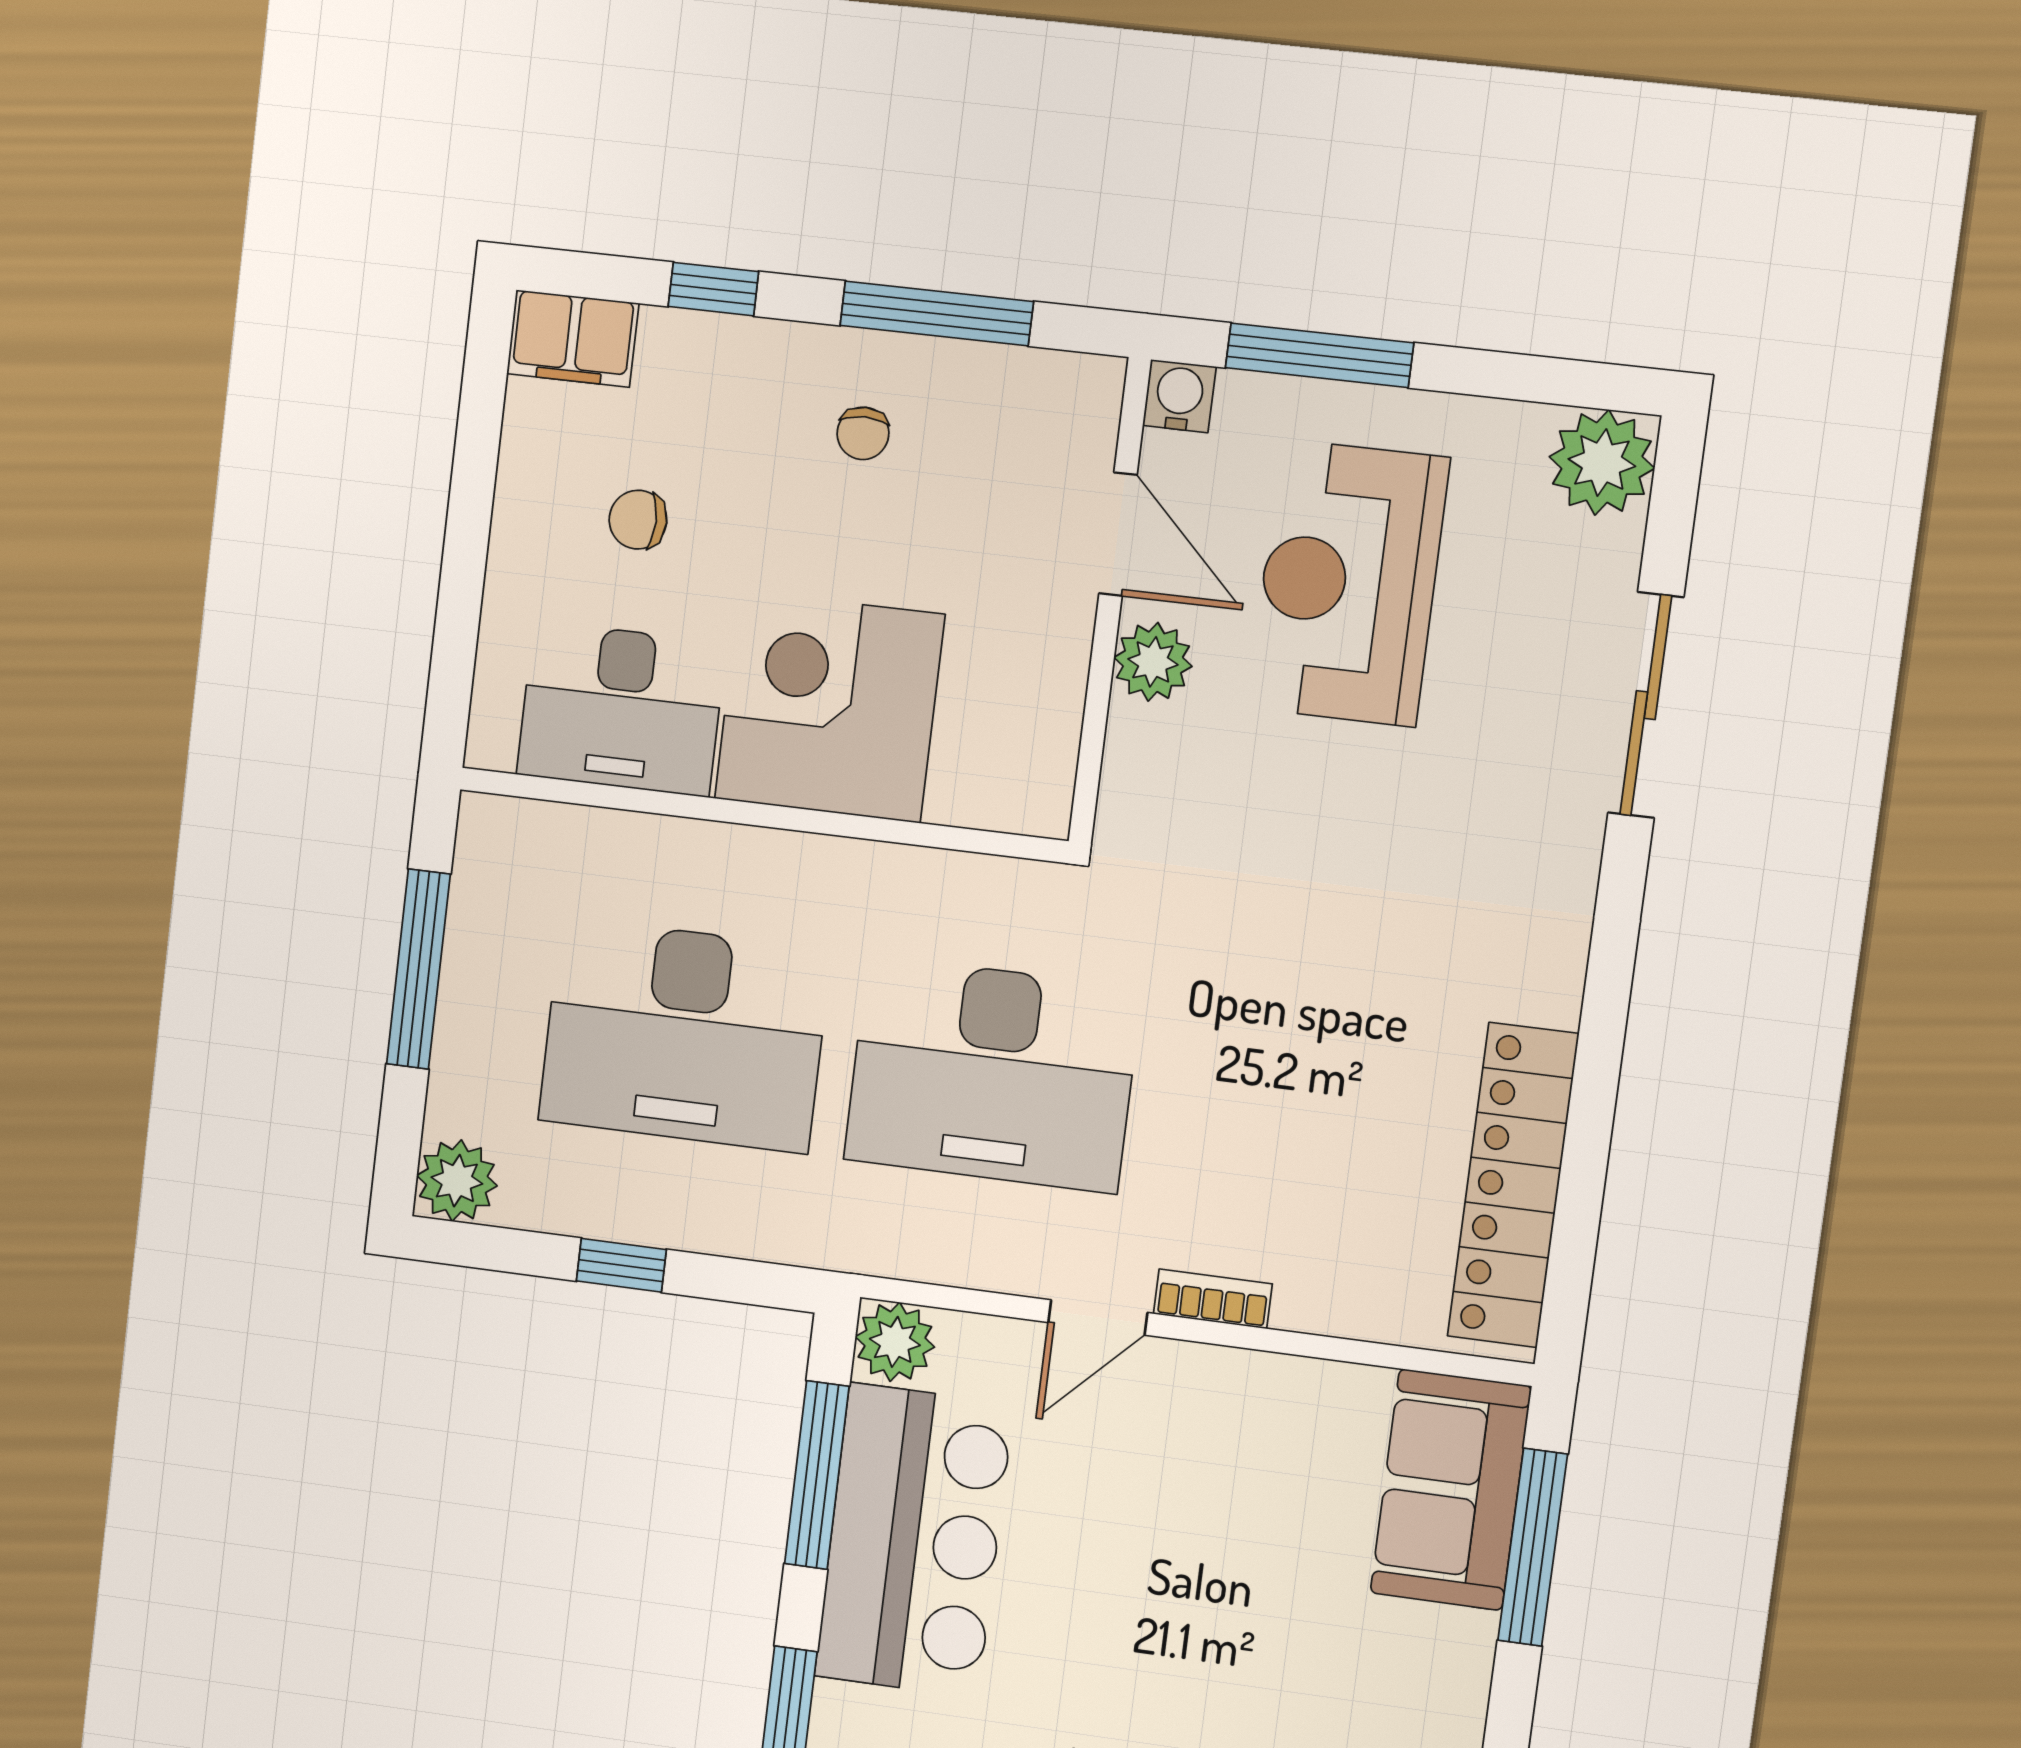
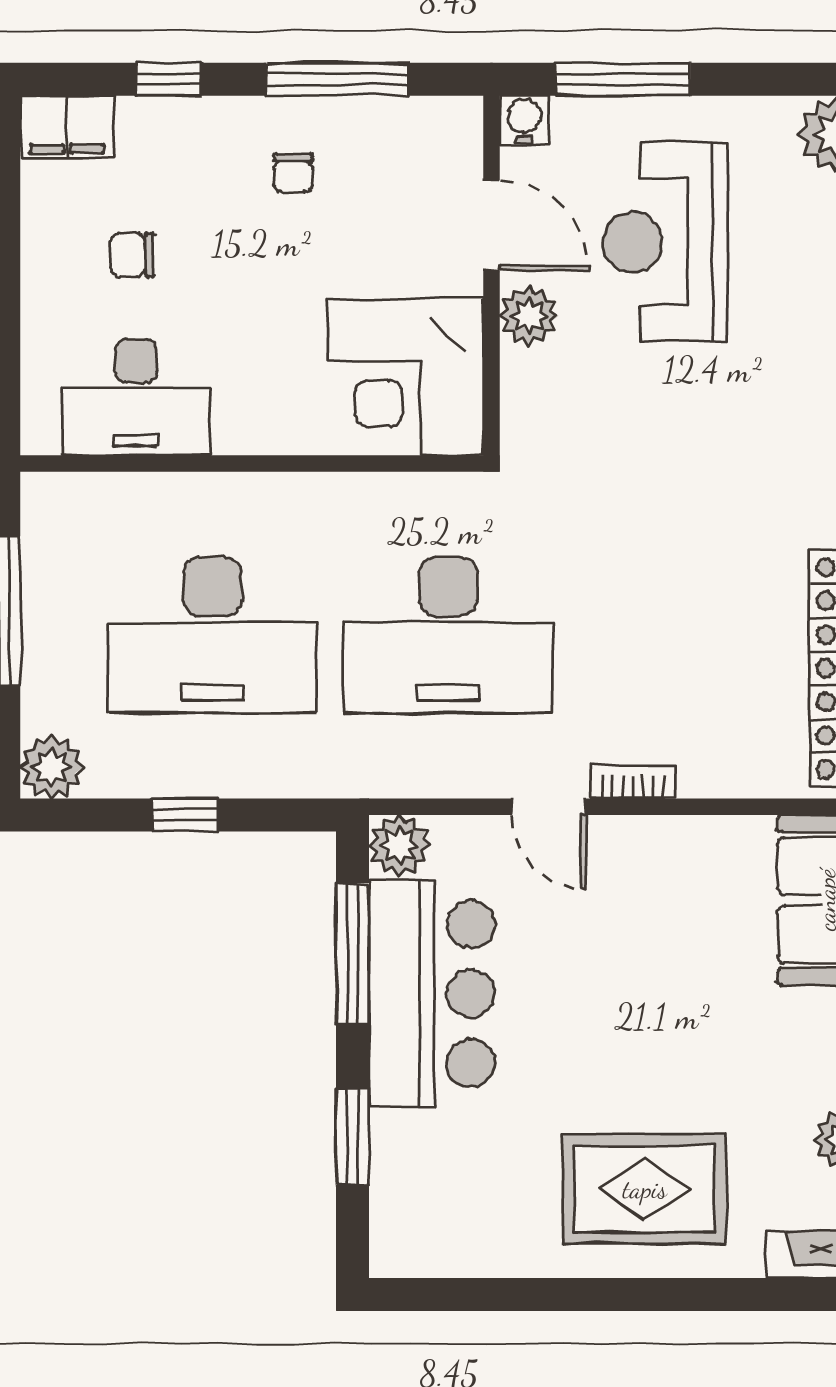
corner desk: (830, 707) -> (405, 377), moved, turned -90
door: (1098, 1317) -> (549, 807), hinge flipped

